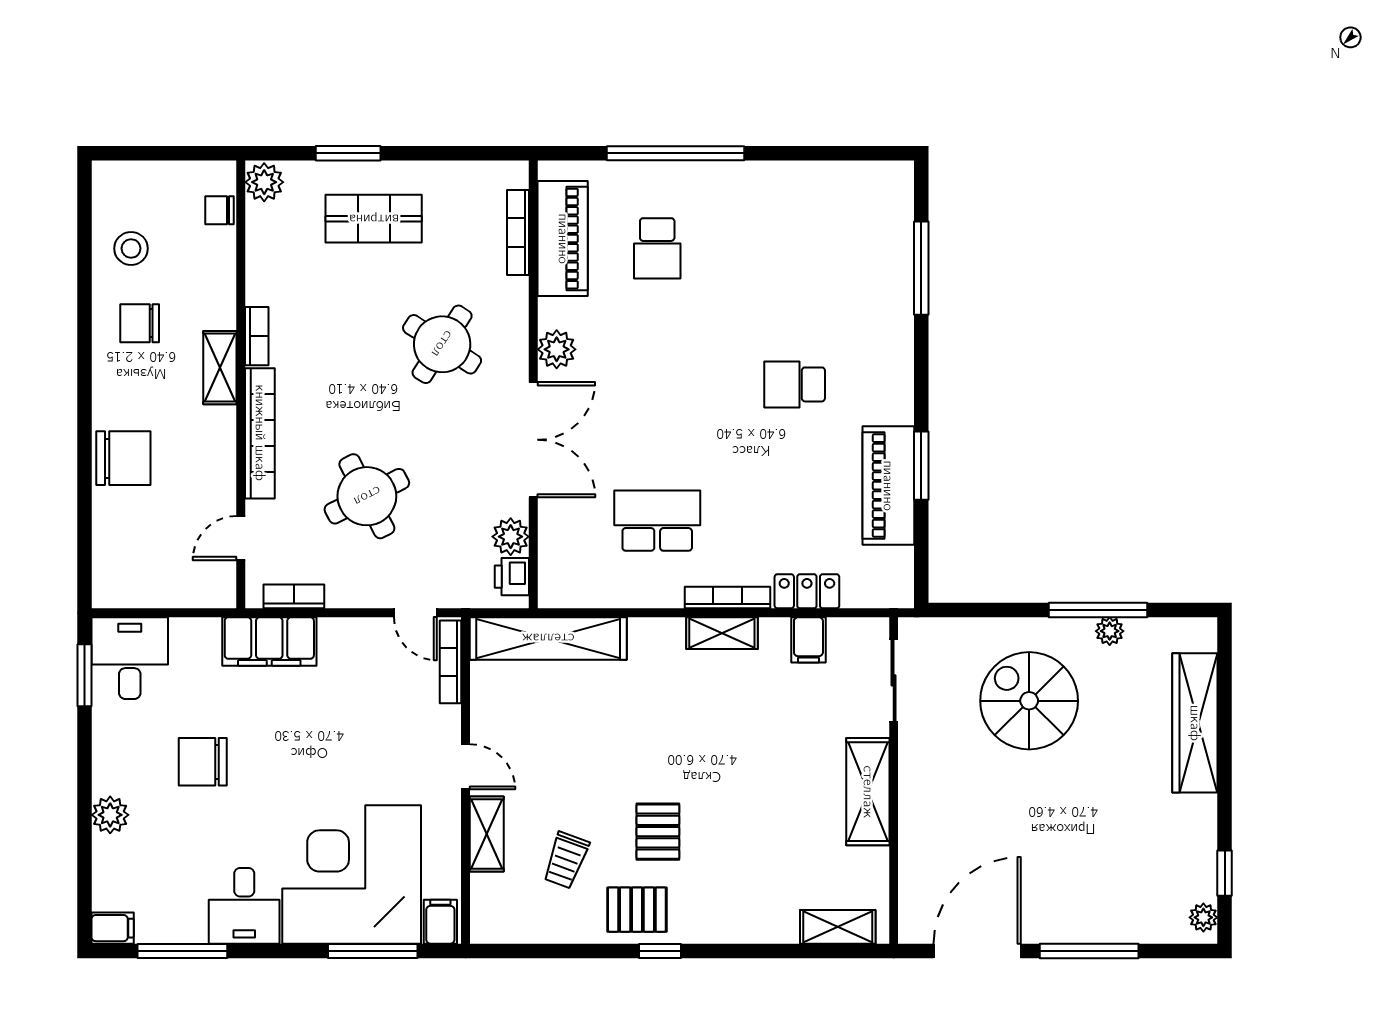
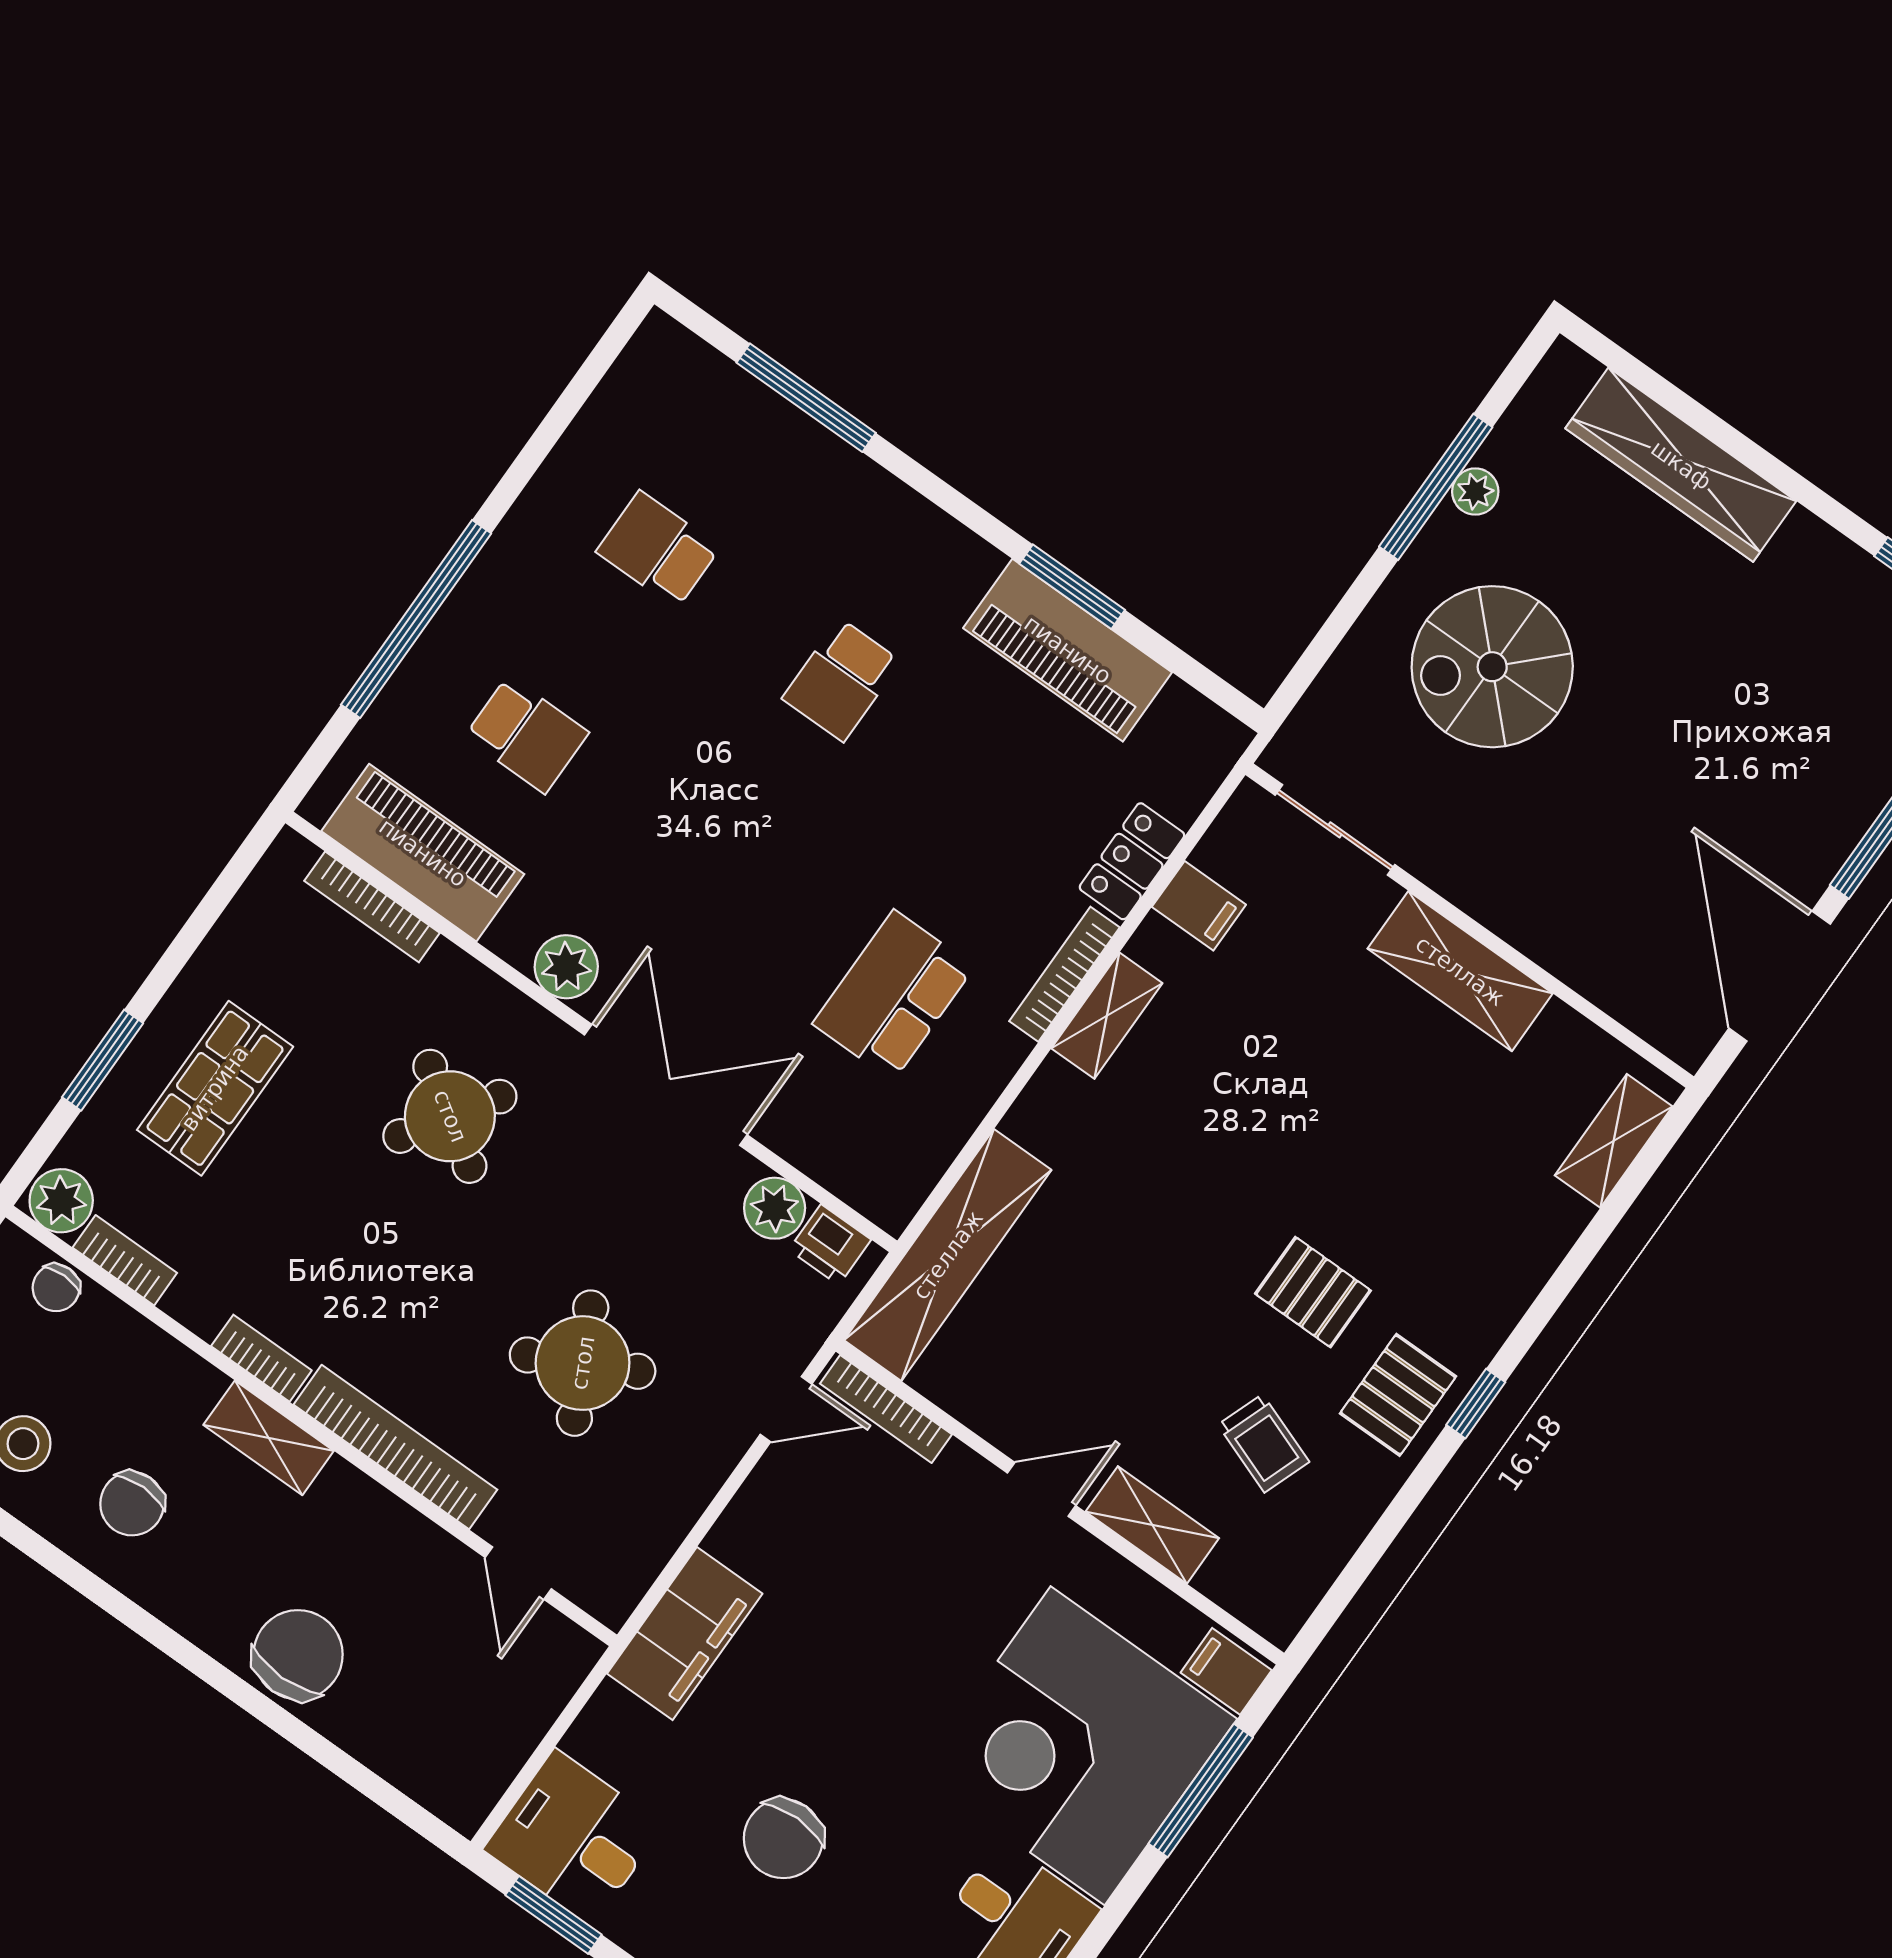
school desk: (795, 248) -> (658, 550), added
bookcase: (294, 596) -> (125, 1260), moved, turned 90

